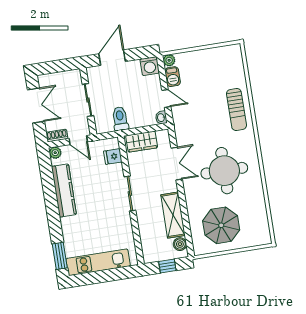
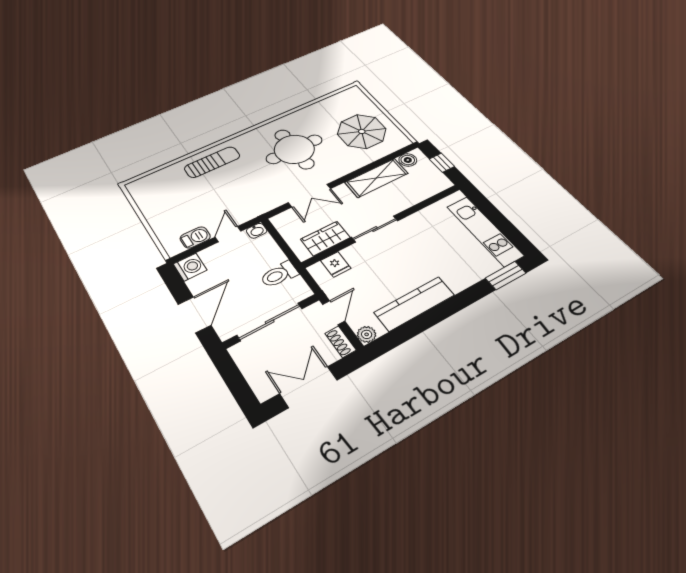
door: (112, 58) -> (194, 315), swing flipped
plant: (169, 60) -> (174, 249), removed
sliding door: (88, 100) -> (270, 322), width x1.37
wardrobe: (142, 142) -> (325, 238), moved, turned -90
double door: (177, 164) -> (309, 196), swing flipped

